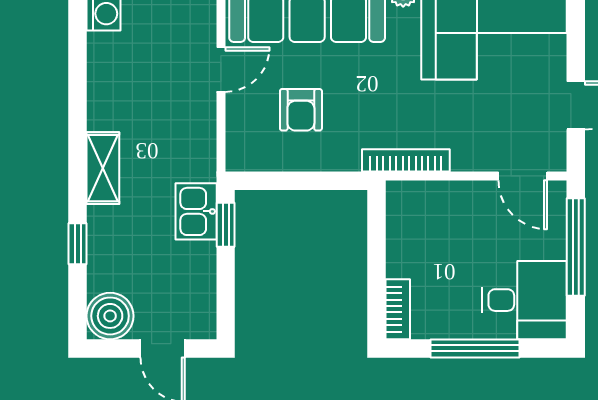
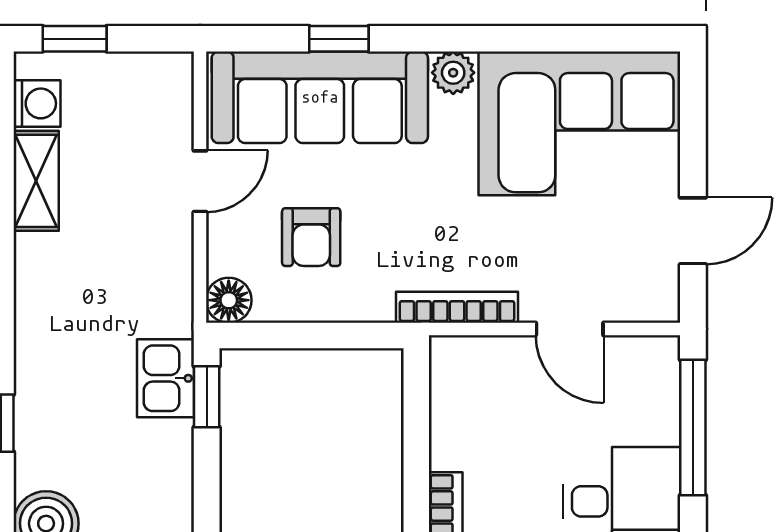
floor lamp: (242, 155) -> (229, 300), added
shelving: (103, 168) -> (36, 181), moved
door: (523, 176) -> (570, 329), moved

